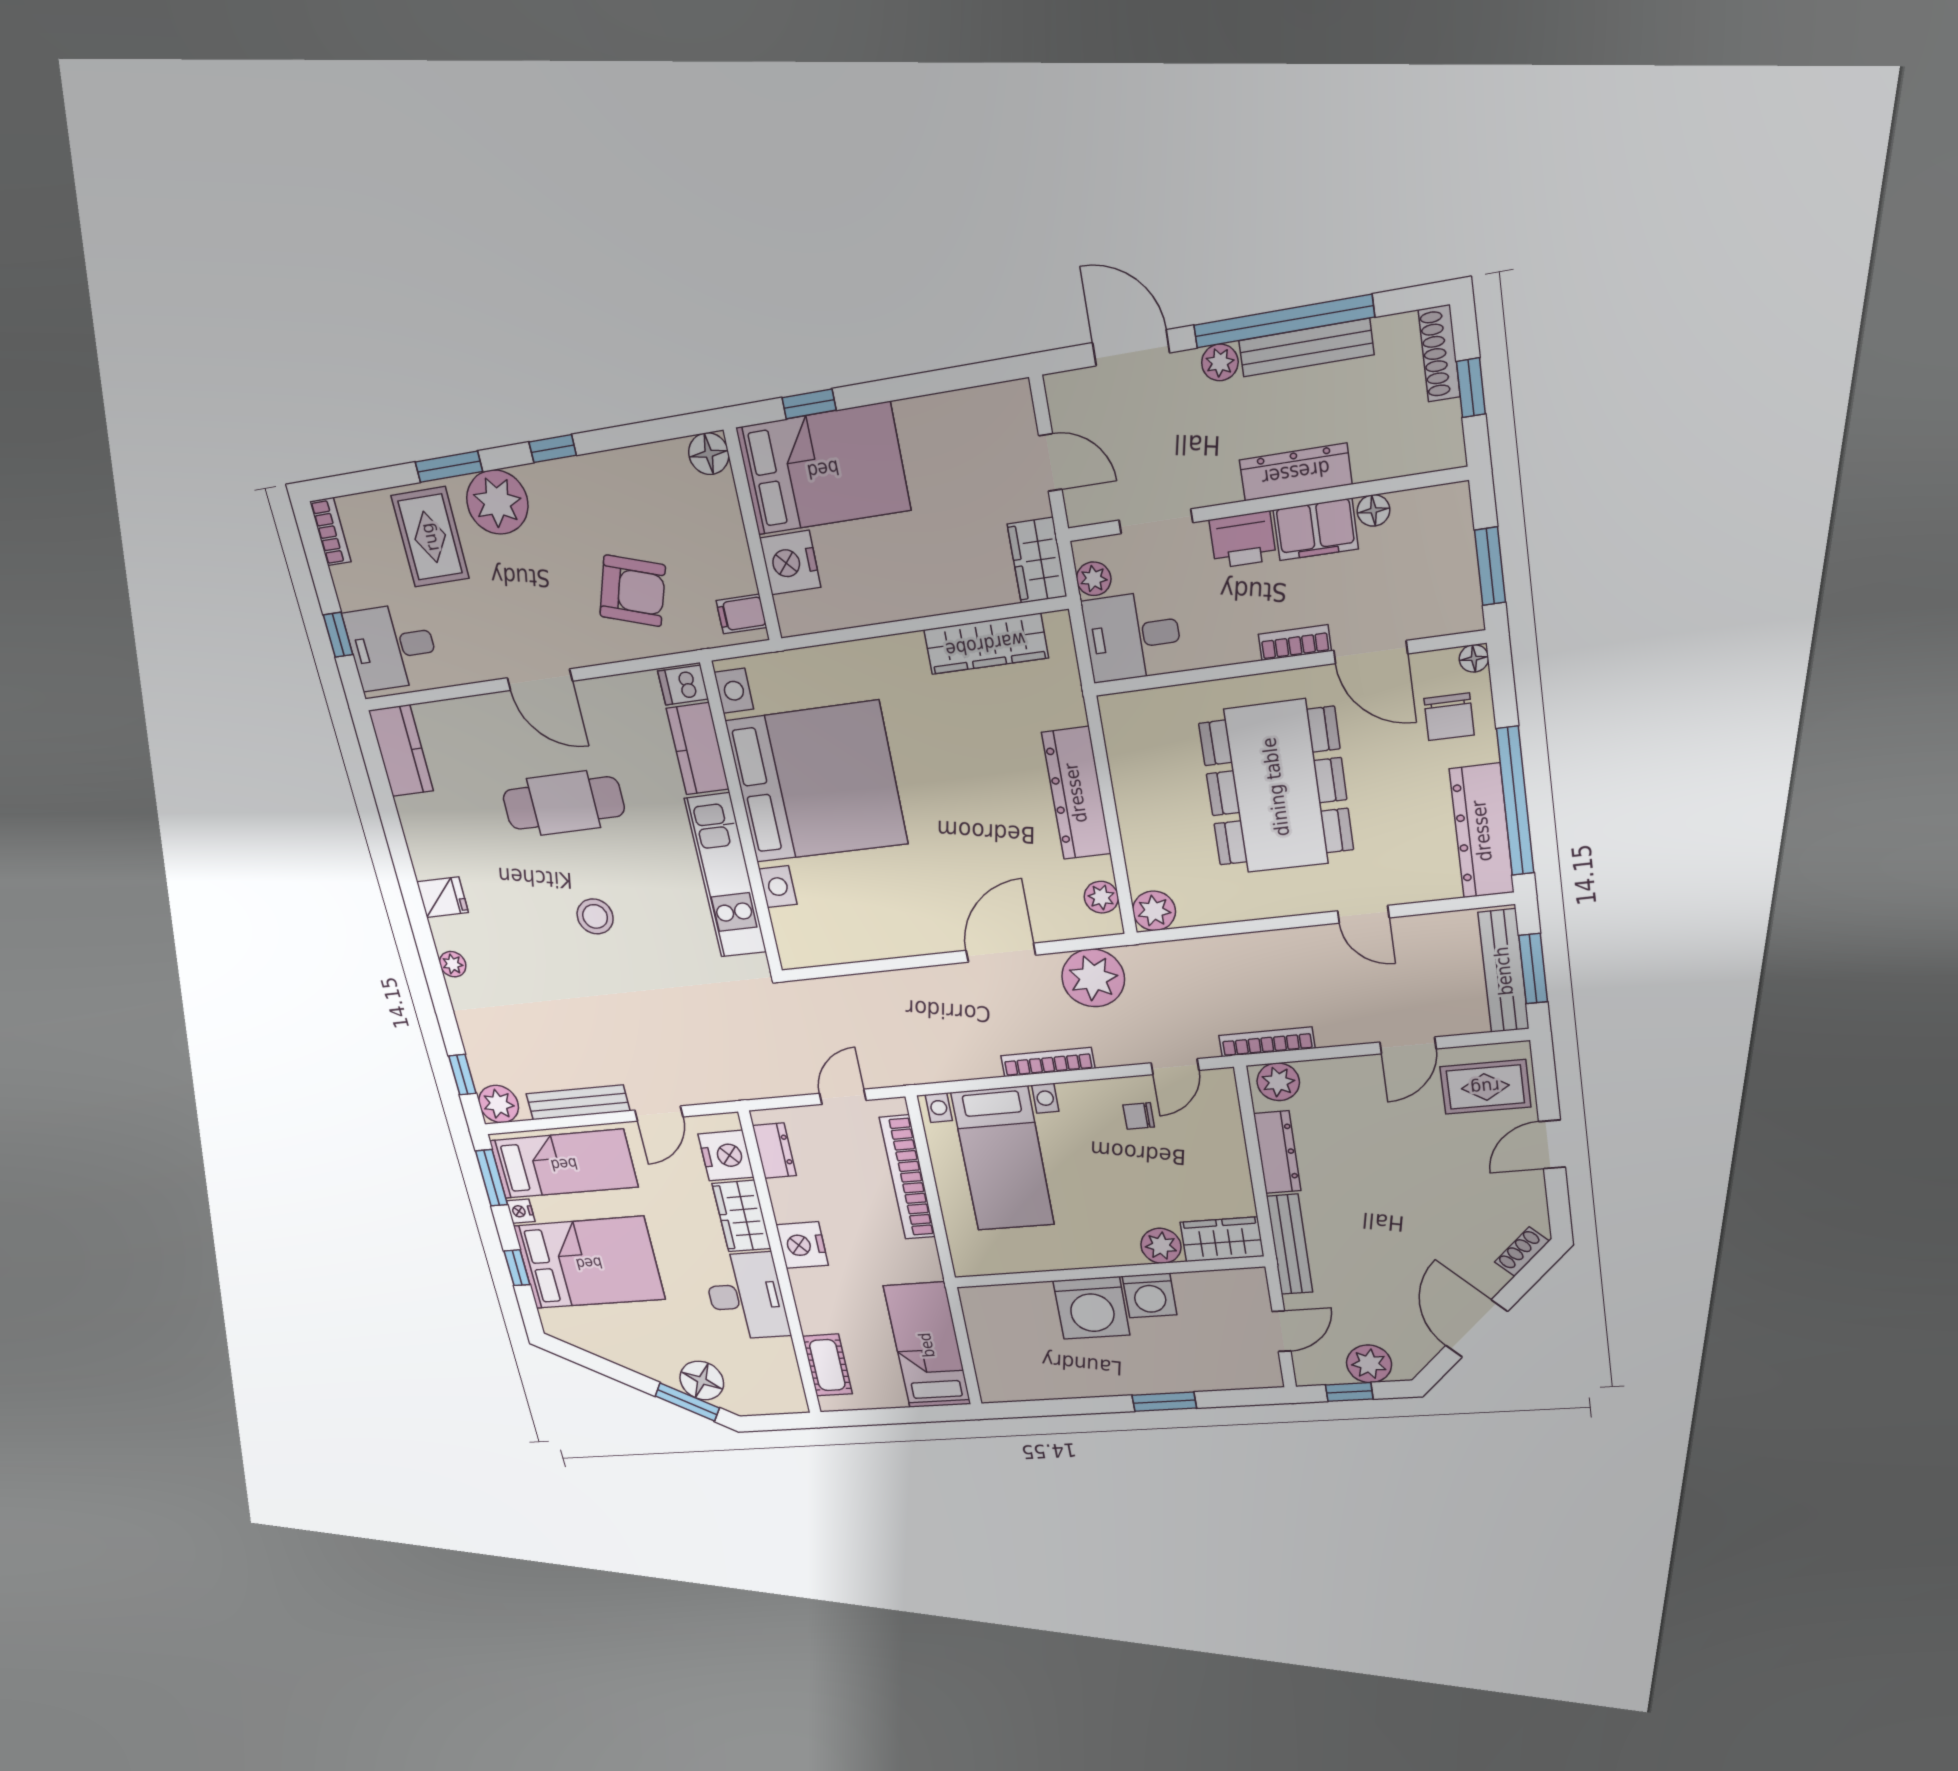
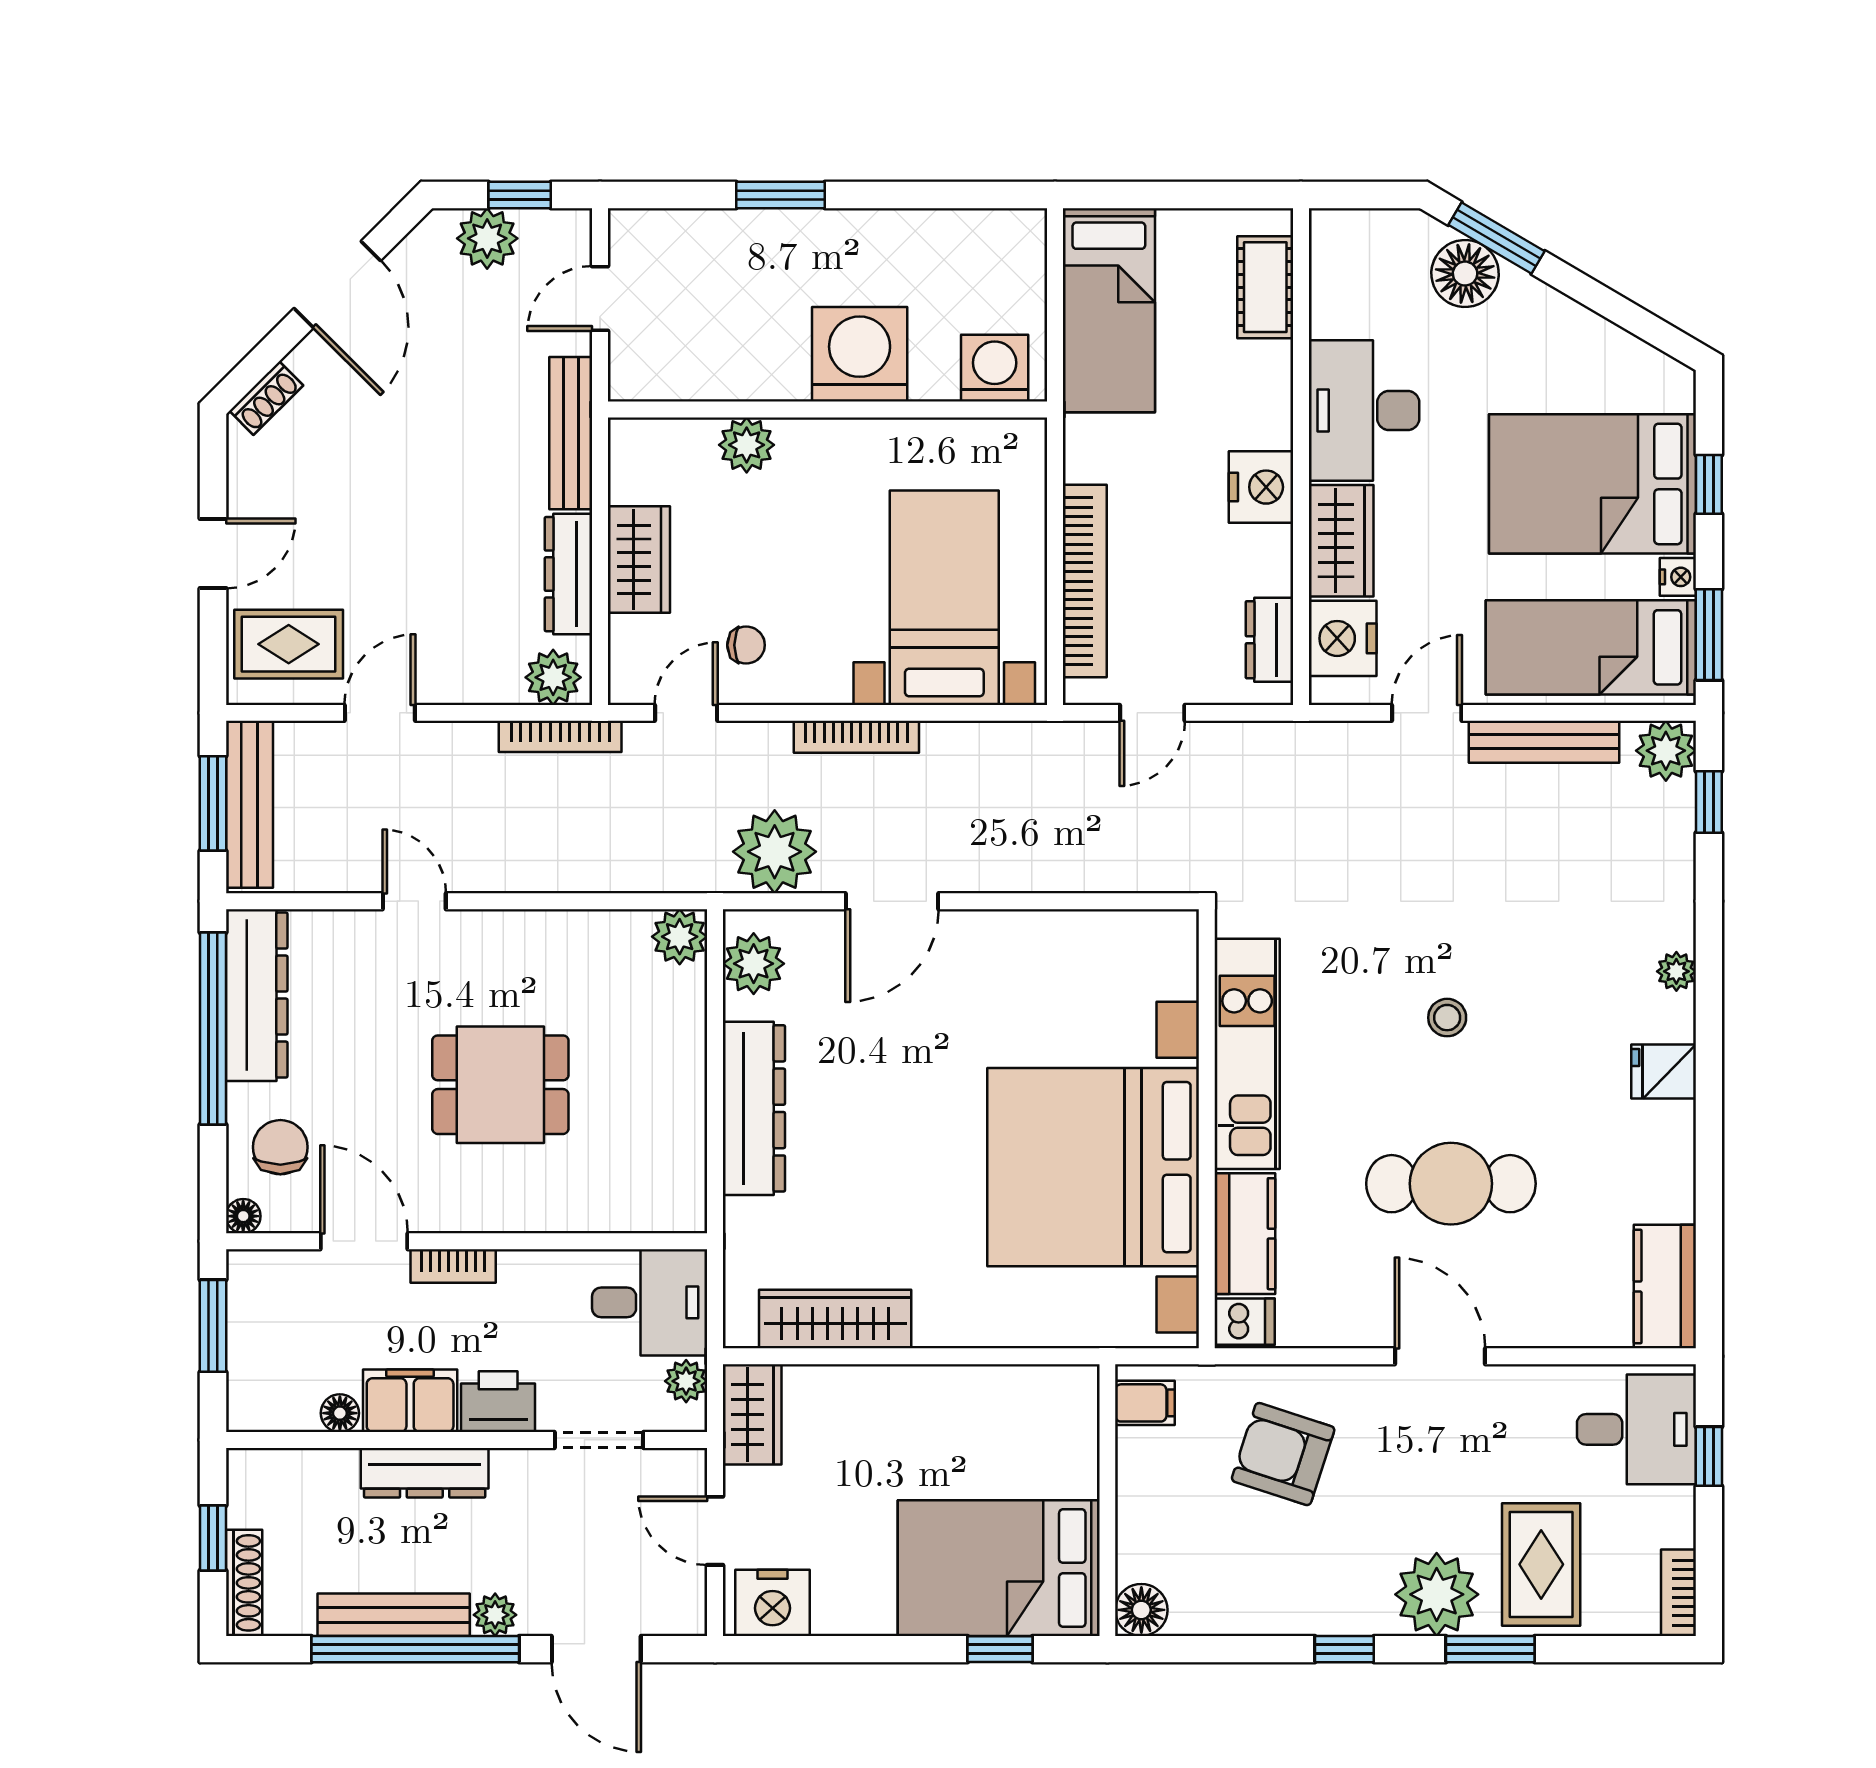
nightstand: (790, 563) -> (773, 1603), moved, turned 90
dining table: (1276, 787) -> (500, 1085), width x0.53, depth x0.80
plant: (1101, 897) -> (754, 964), width x1.38, depth x1.38
stool: (595, 916) -> (1447, 1018), width x0.73, depth x0.73
wardrobe: (1222, 1239) -> (639, 560), moved, turned -90
washing machine: (1150, 1296) -> (995, 368), moved

